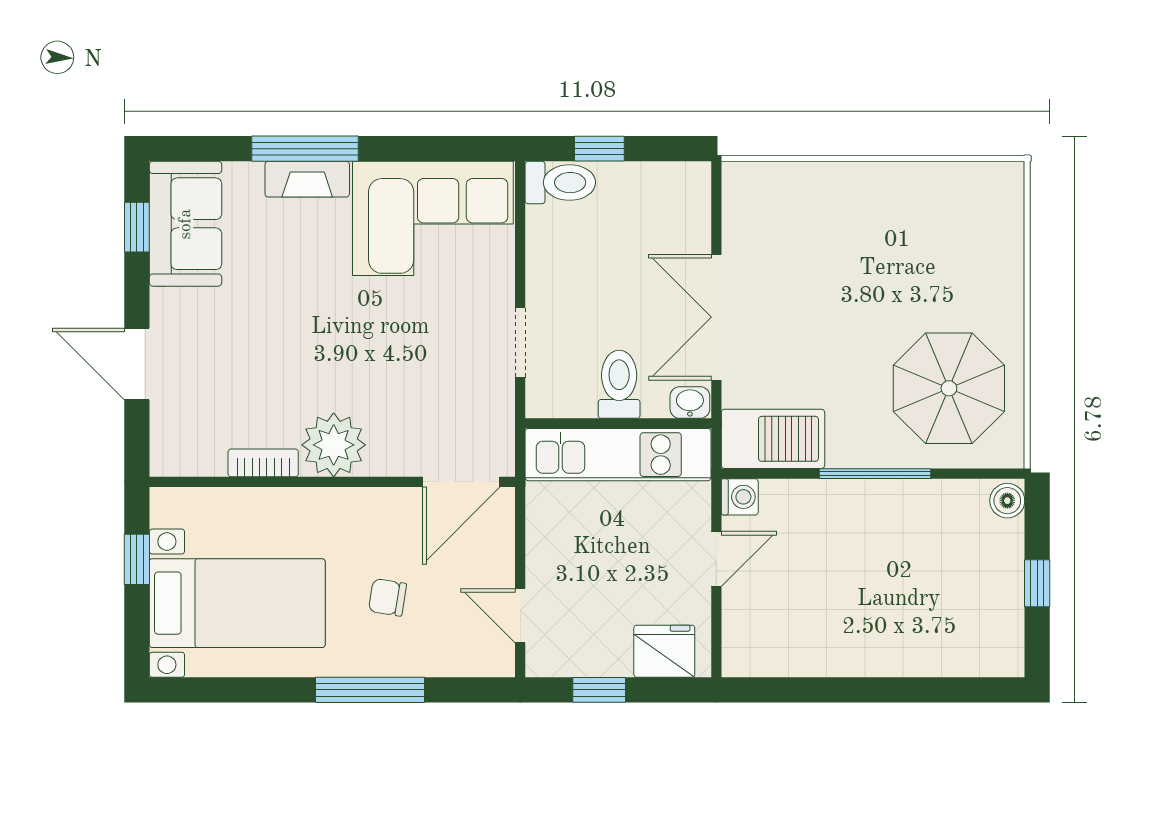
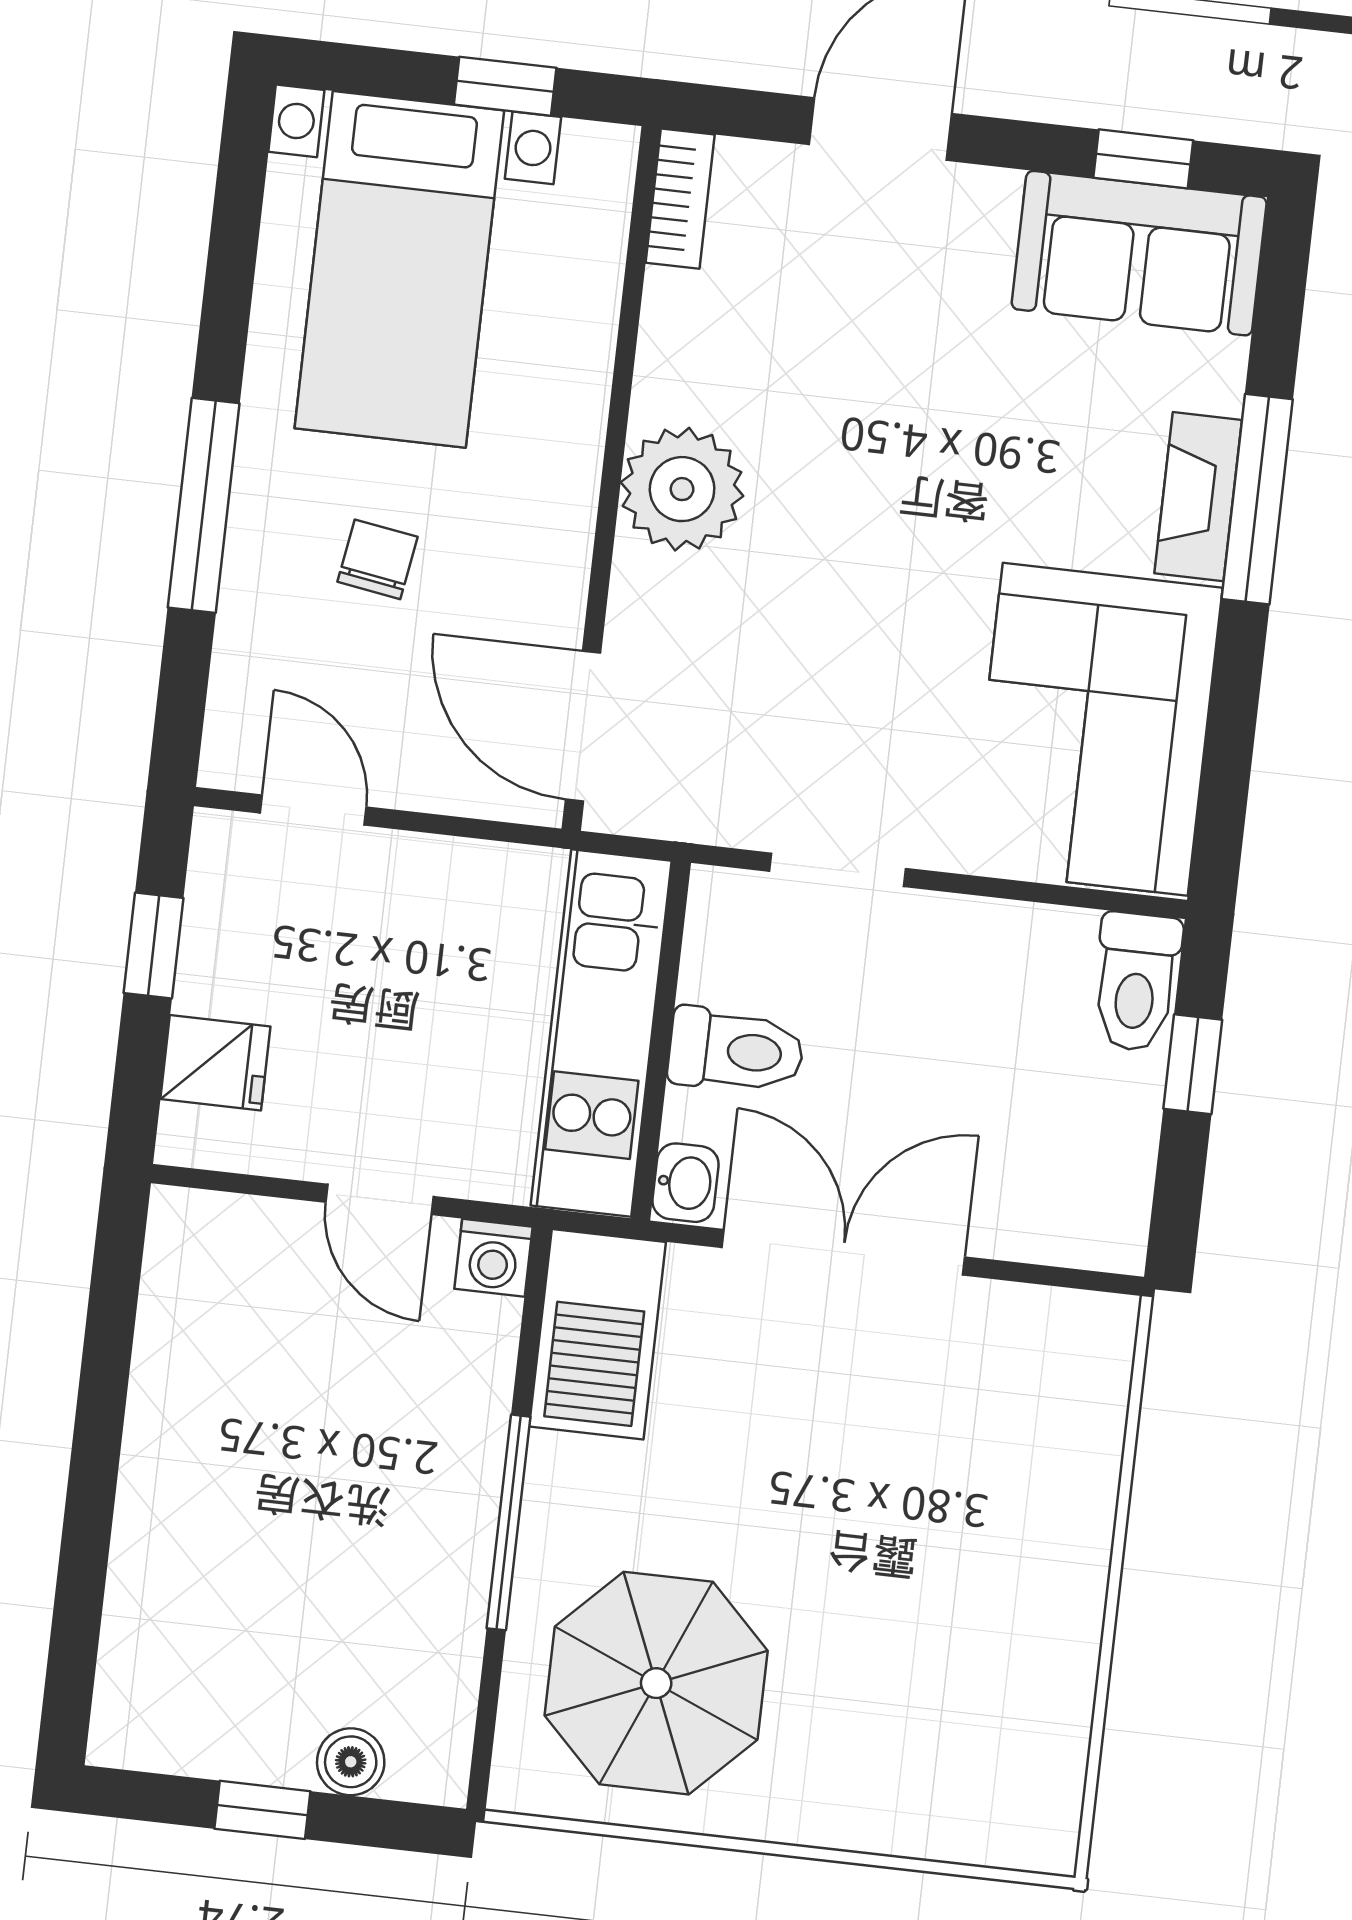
bookcase: (263, 463) -> (680, 199), moved
boiler: (1007, 501) -> (351, 1762), moved
door: (520, 616) -> (313, 810), hinge flipped
fridge: (664, 651) -> (215, 1063), width x0.72

